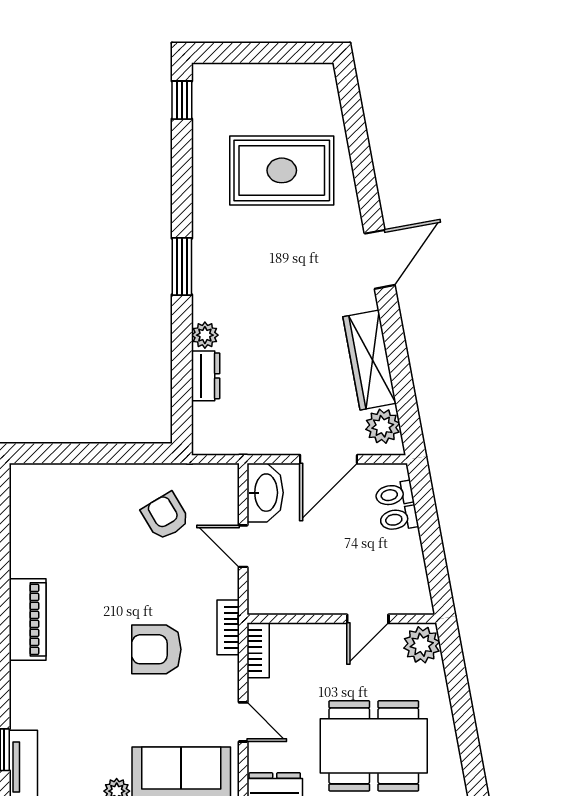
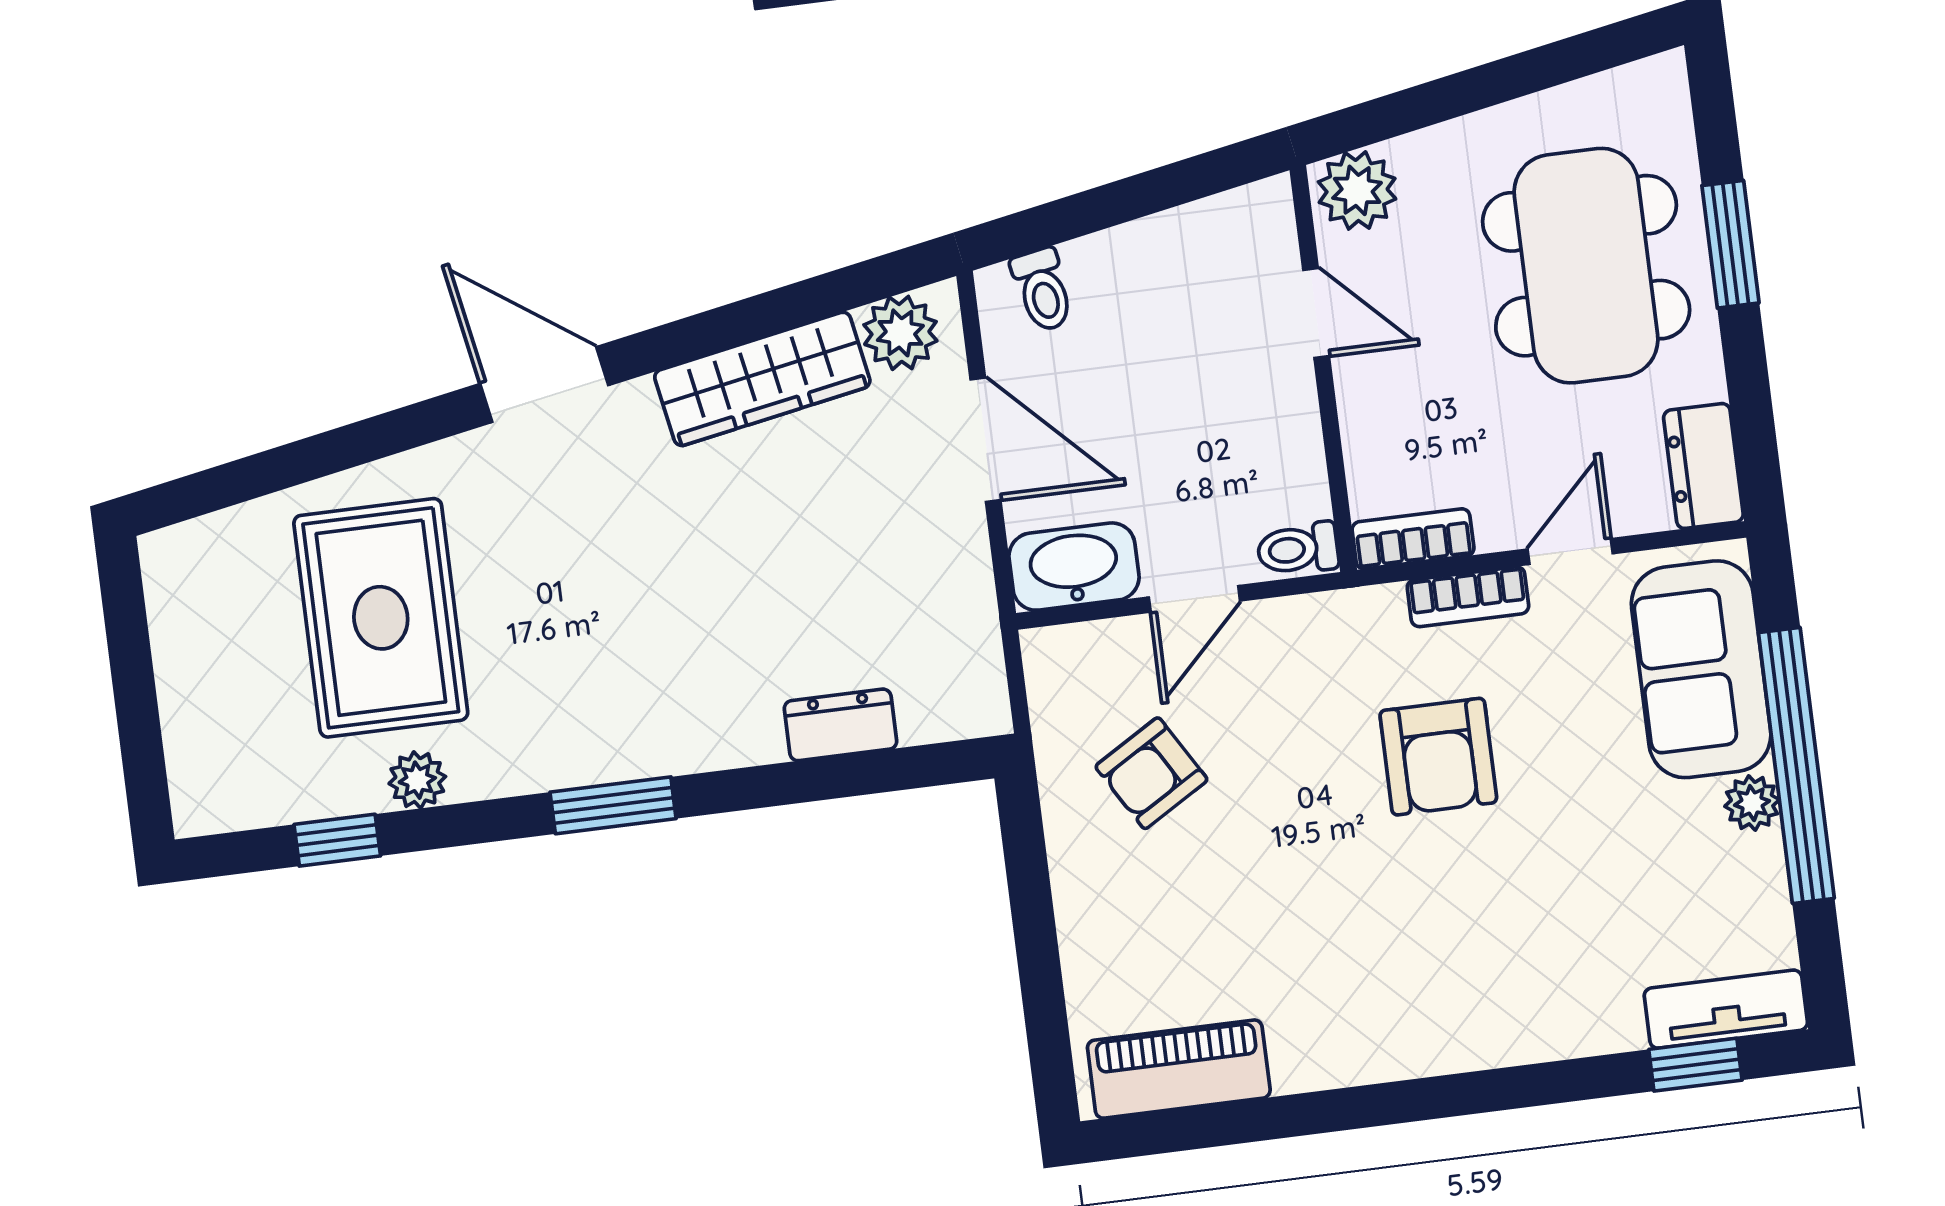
window: (182, 100) -> (337, 840), moved
plant: (205, 335) -> (417, 780), moved
toilet: (399, 519) -> (1298, 549), moved, turned 100
piano: (28, 619) -> (1179, 1069), moved
bookcase: (228, 627) -> (1468, 597), moved

